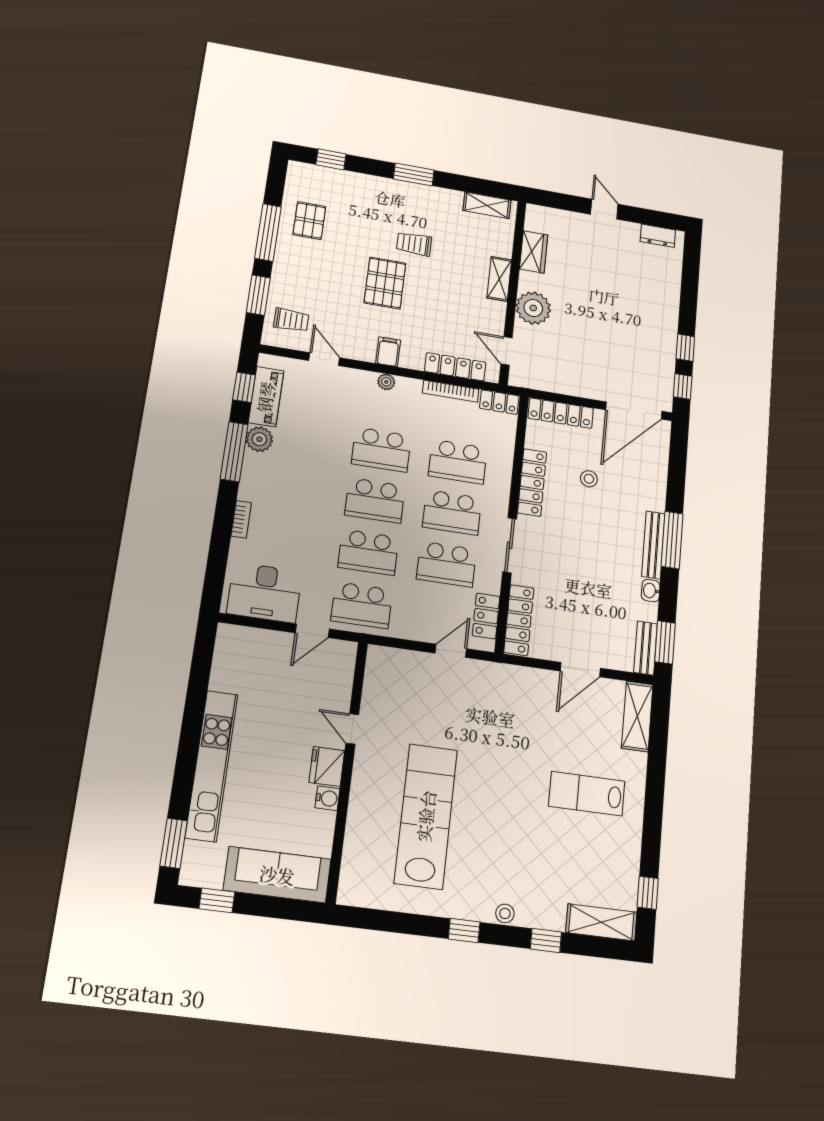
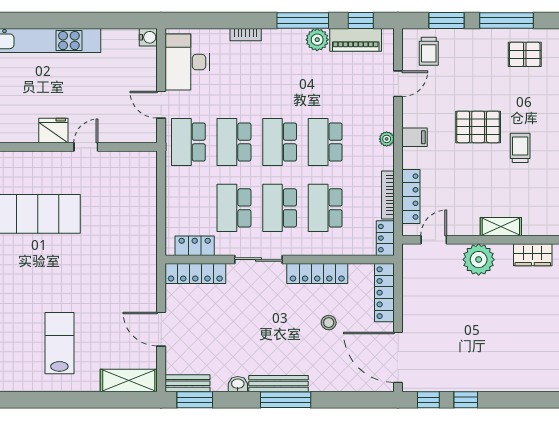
door: (451, 651) -> (161, 220), removed
water cooler: (327, 798) -> (148, 37), moved, turned -90

